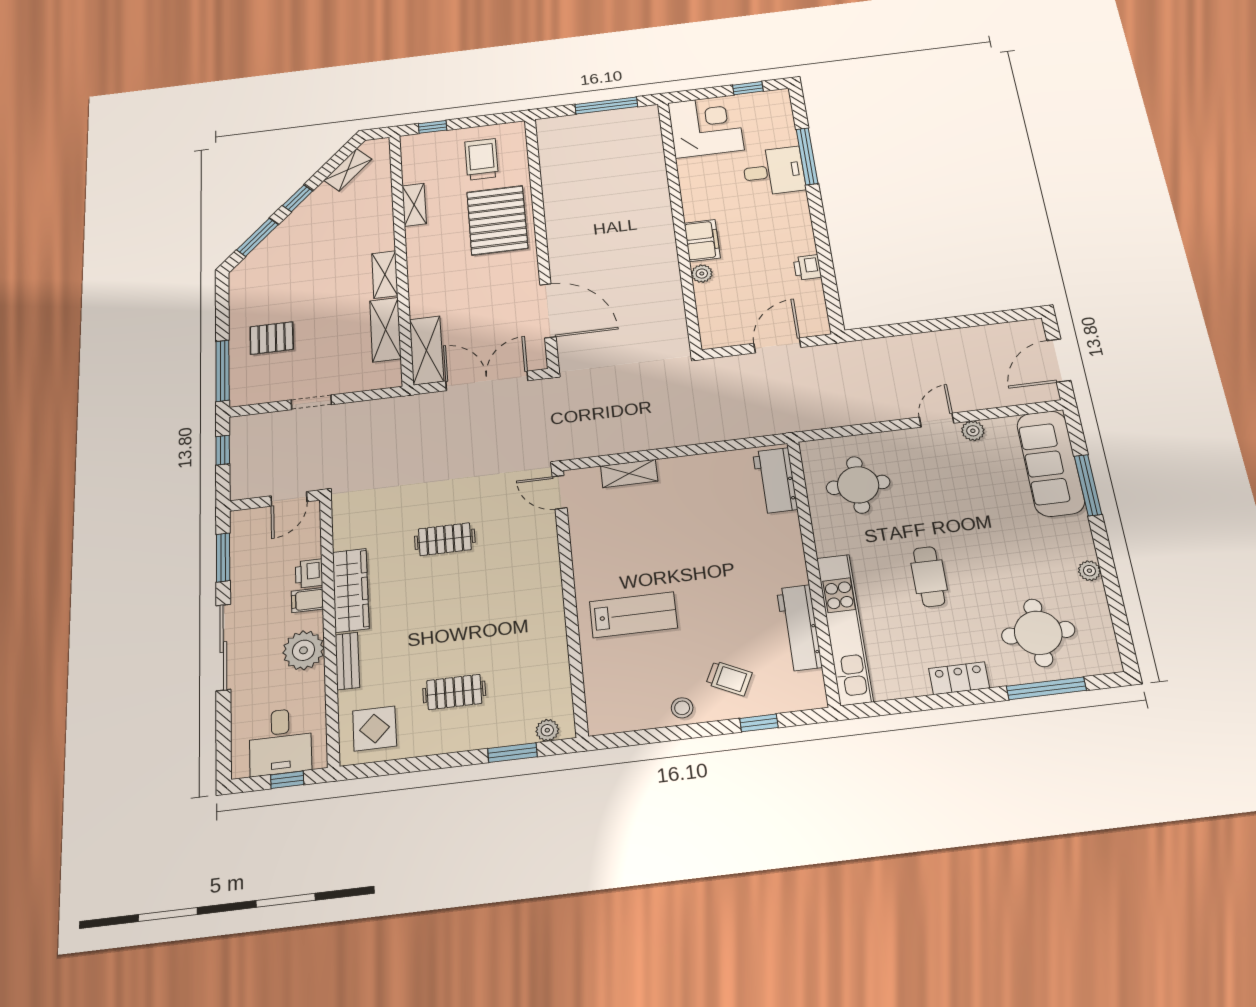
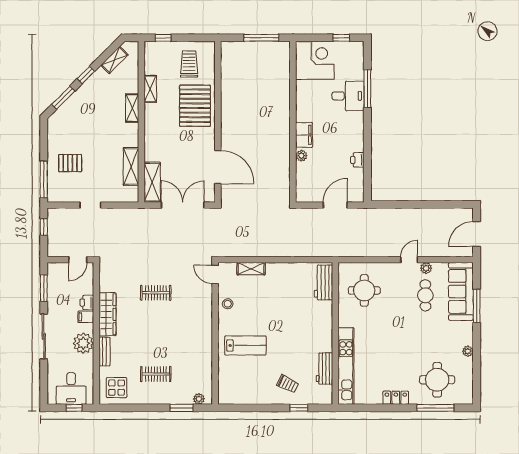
shelving: (385, 275) -> (132, 108), moved
cafe table: (929, 577) -> (425, 295), moved
workbench: (799, 628) -> (324, 368), width x0.73
stool: (682, 708) -> (228, 304), moved

